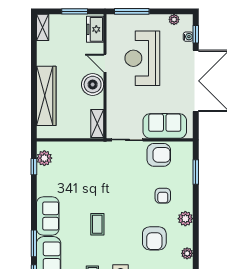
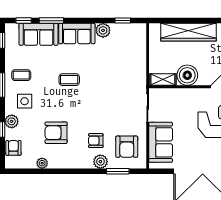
boiler: (93, 84) -> (187, 75), moved
armchair: (159, 155) -> (127, 147), moved
plant: (44, 158) -> (103, 30), moved
plant: (185, 219) -> (100, 162), moved

